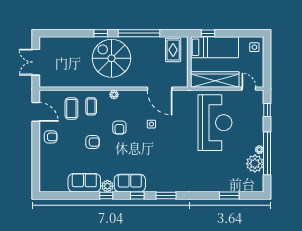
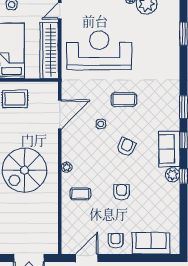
coffee table: (71, 109) -> (124, 99), moved
armchair: (119, 128) -> (126, 147), moved, turned -67
sofa: (84, 183) -> (151, 243), moved, turned 90

